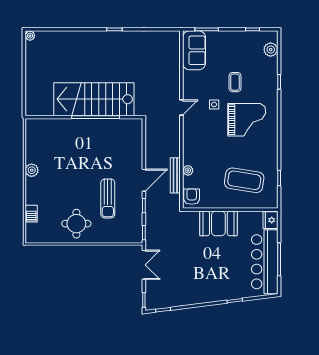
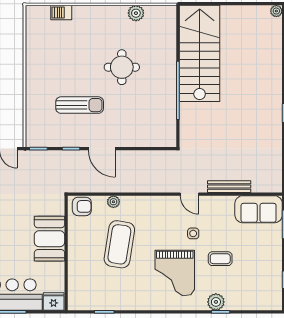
plant: (271, 50) -> (216, 302), moved
stairs: (94, 99) -> (200, 53), moved
plant: (32, 170) -> (136, 13), moved
bench: (175, 175) -> (229, 187), moved
coffee table: (244, 180) -> (119, 244), moved
sun lounger: (108, 198) -> (80, 105), turned 180
round table: (76, 224) -> (122, 67), moved

